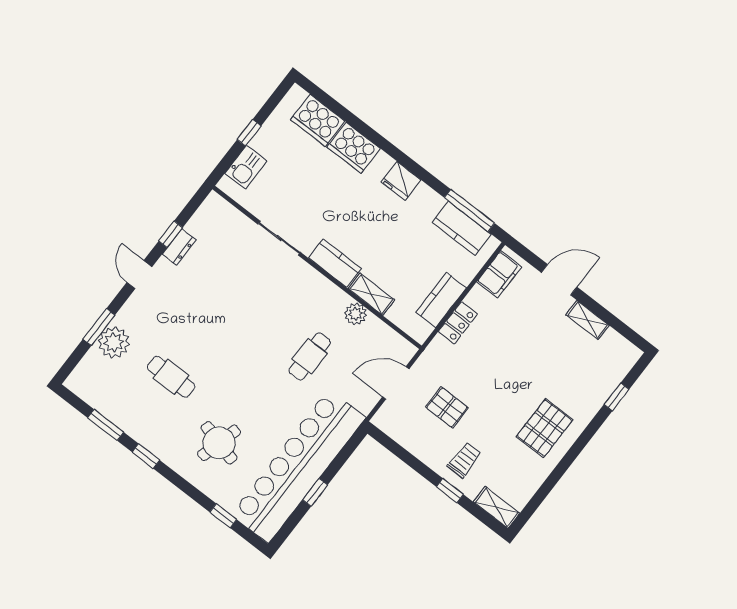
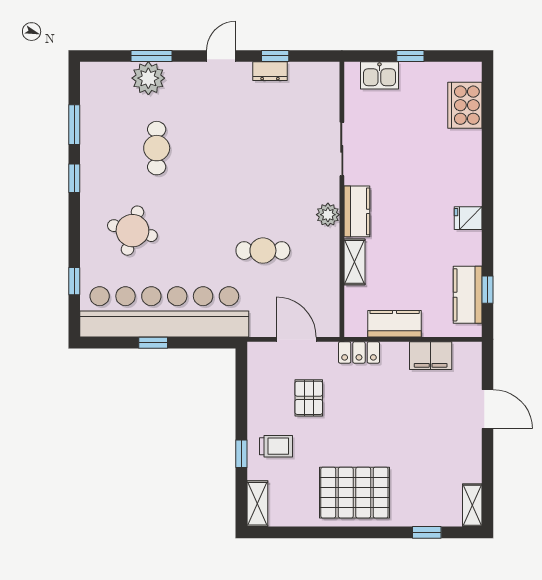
cooker: (354, 148) -> (465, 153), removed
fridge: (401, 181) -> (468, 218), width x0.72
window: (469, 210) -> (487, 290), width x0.46
filing cabinet: (499, 274) -> (431, 356), moved
plant: (356, 314) -> (328, 215), moved
shelving: (587, 320) -> (472, 505), moved
locker: (458, 323) -> (359, 352), moved
pallet: (545, 428) -> (354, 493), width x1.37, depth x1.41

